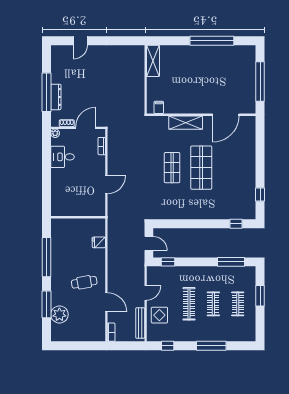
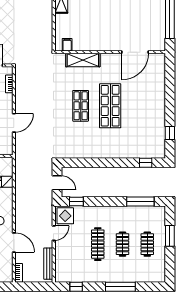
shelving: (186, 123) -> (83, 60), moved
display table: (159, 315) -> (65, 216), moved

